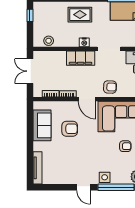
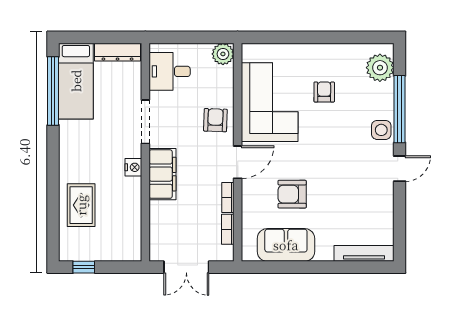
rug: (80, 15) -> (81, 205), moved
stool: (49, 41) -> (130, 233), removed
armchair: (70, 129) -> (292, 194), turned -90

